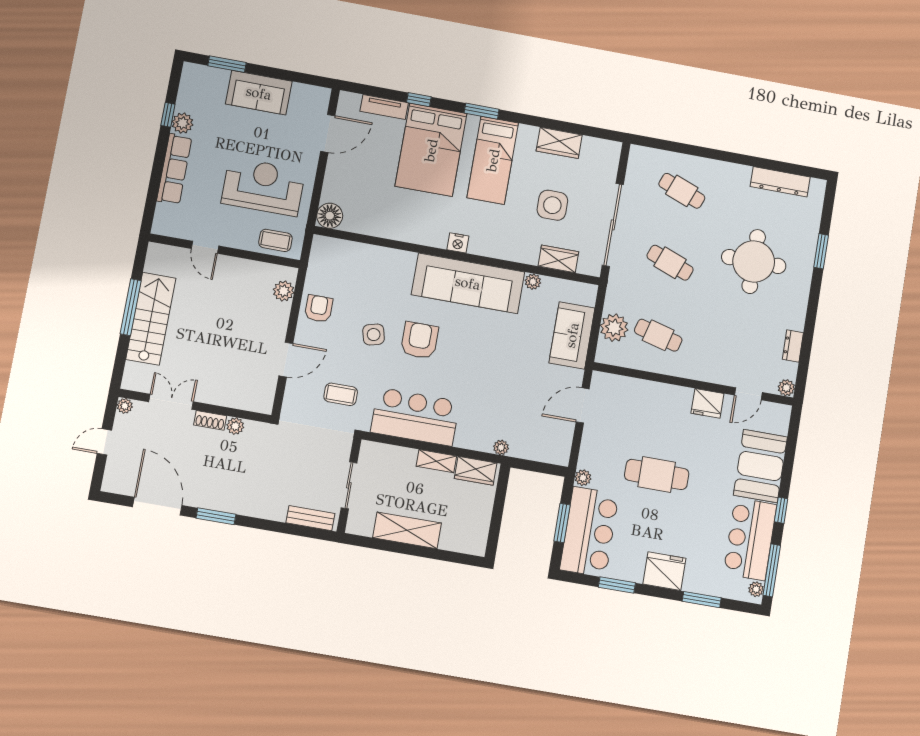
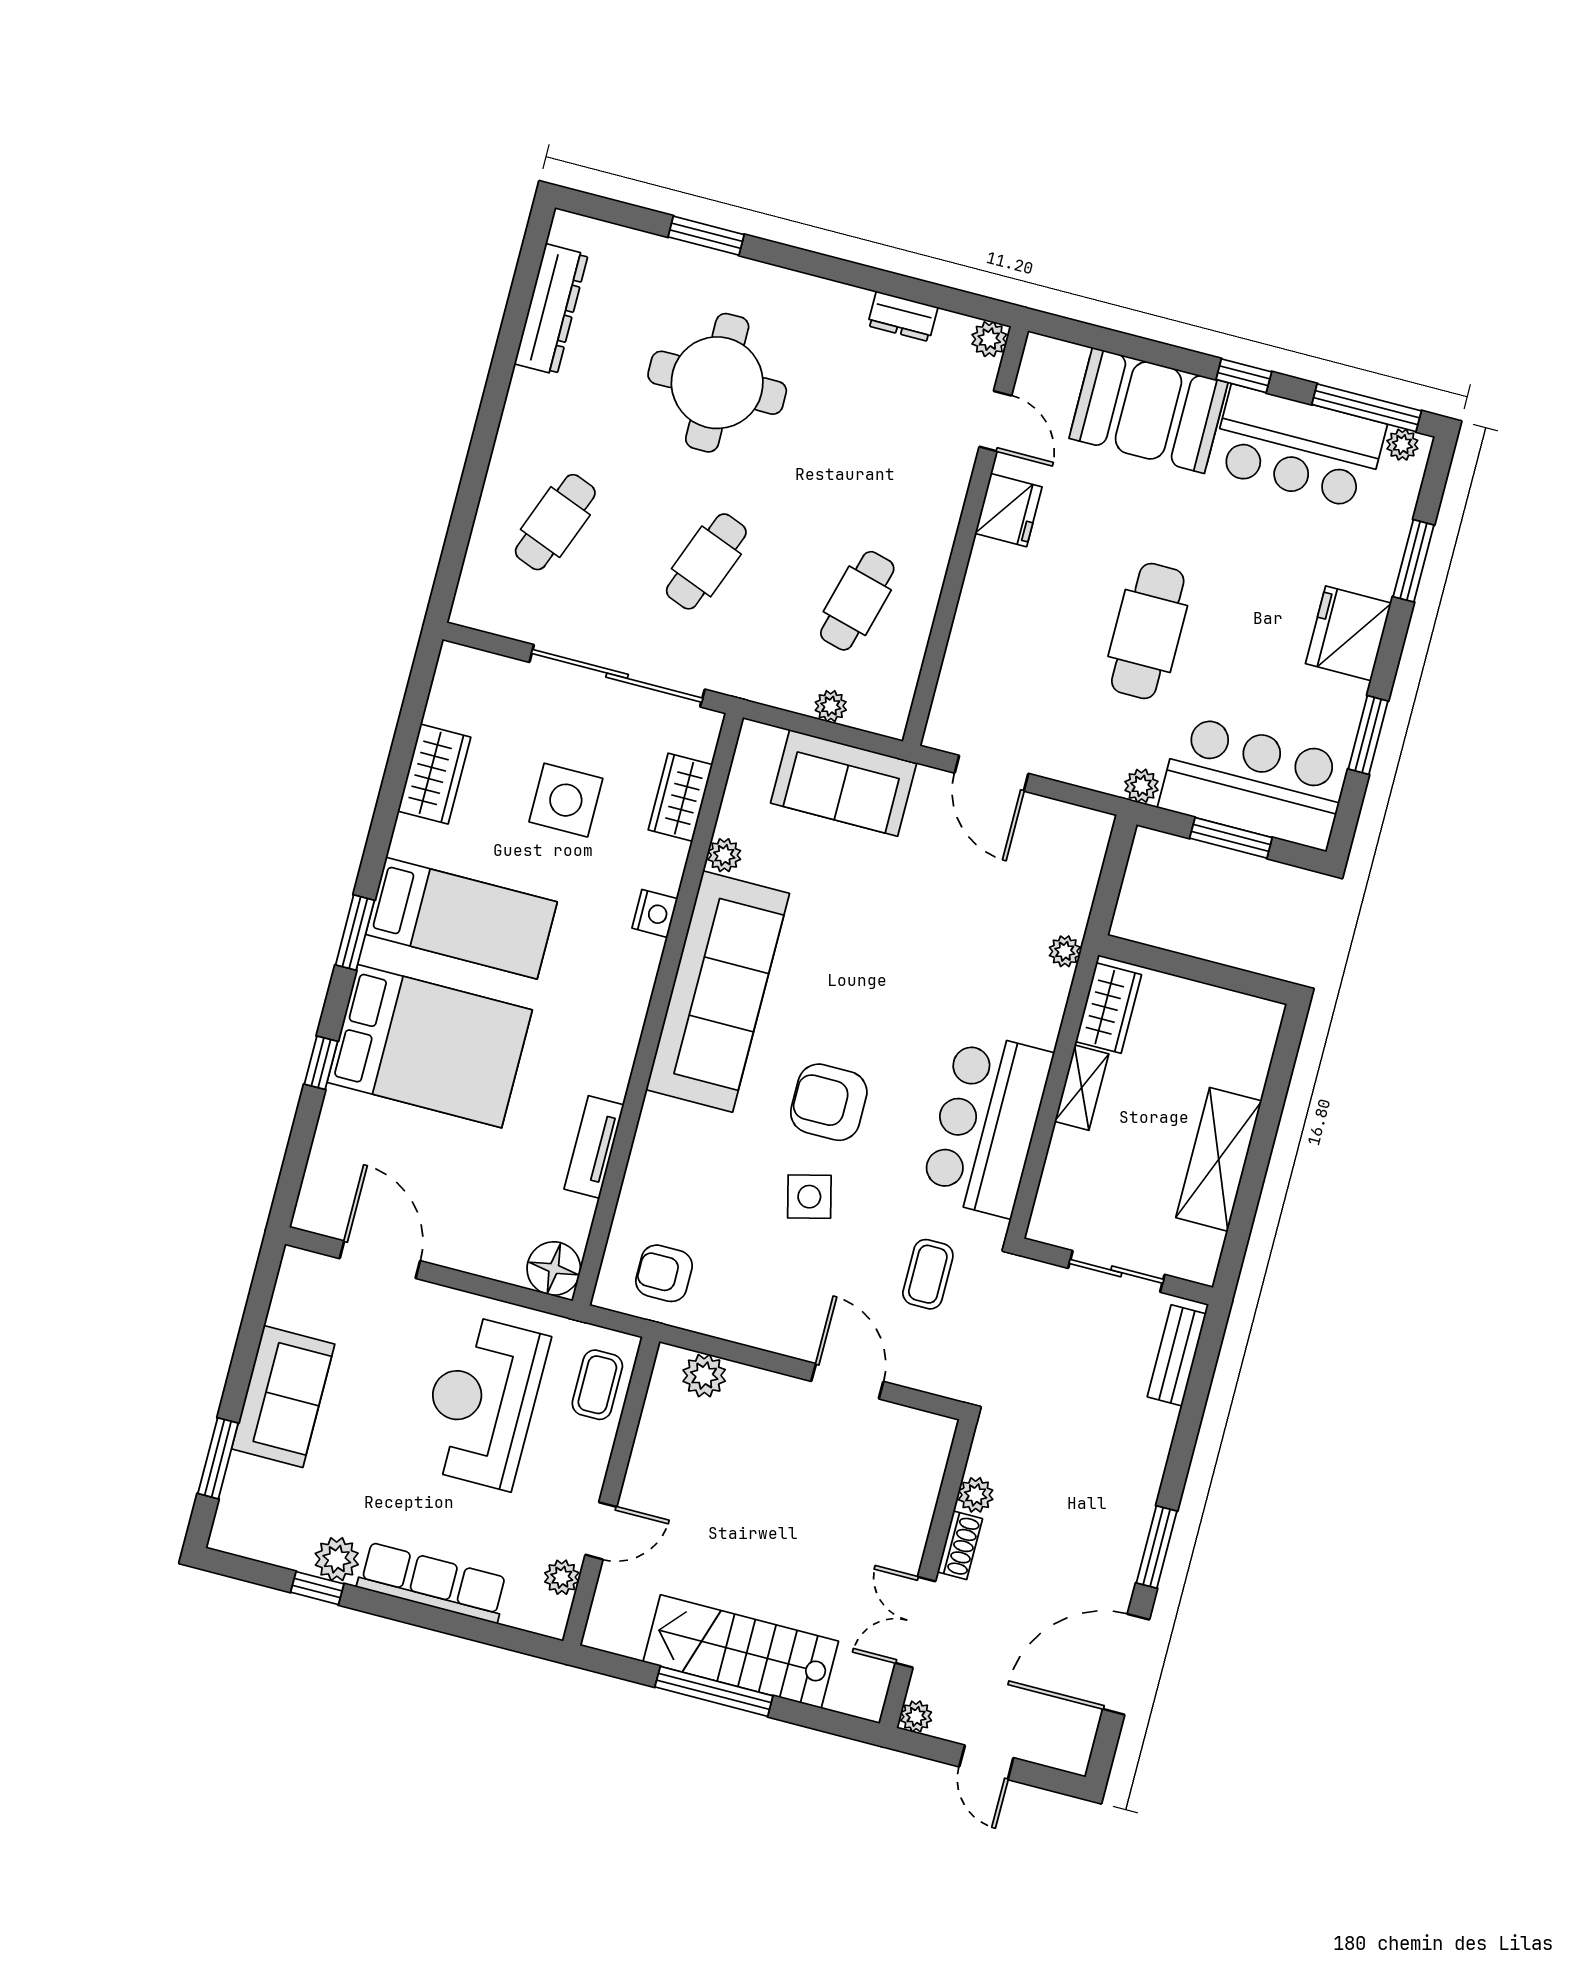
tv unit: (384, 107) -> (594, 1147), moved, turned 180
plant: (181, 230) -> (562, 1577), added
nightstand: (458, 243) -> (655, 913), moved
armchair: (319, 309) -> (664, 1273), moved
plant: (614, 328) -> (831, 706), width x0.53, depth x0.53

